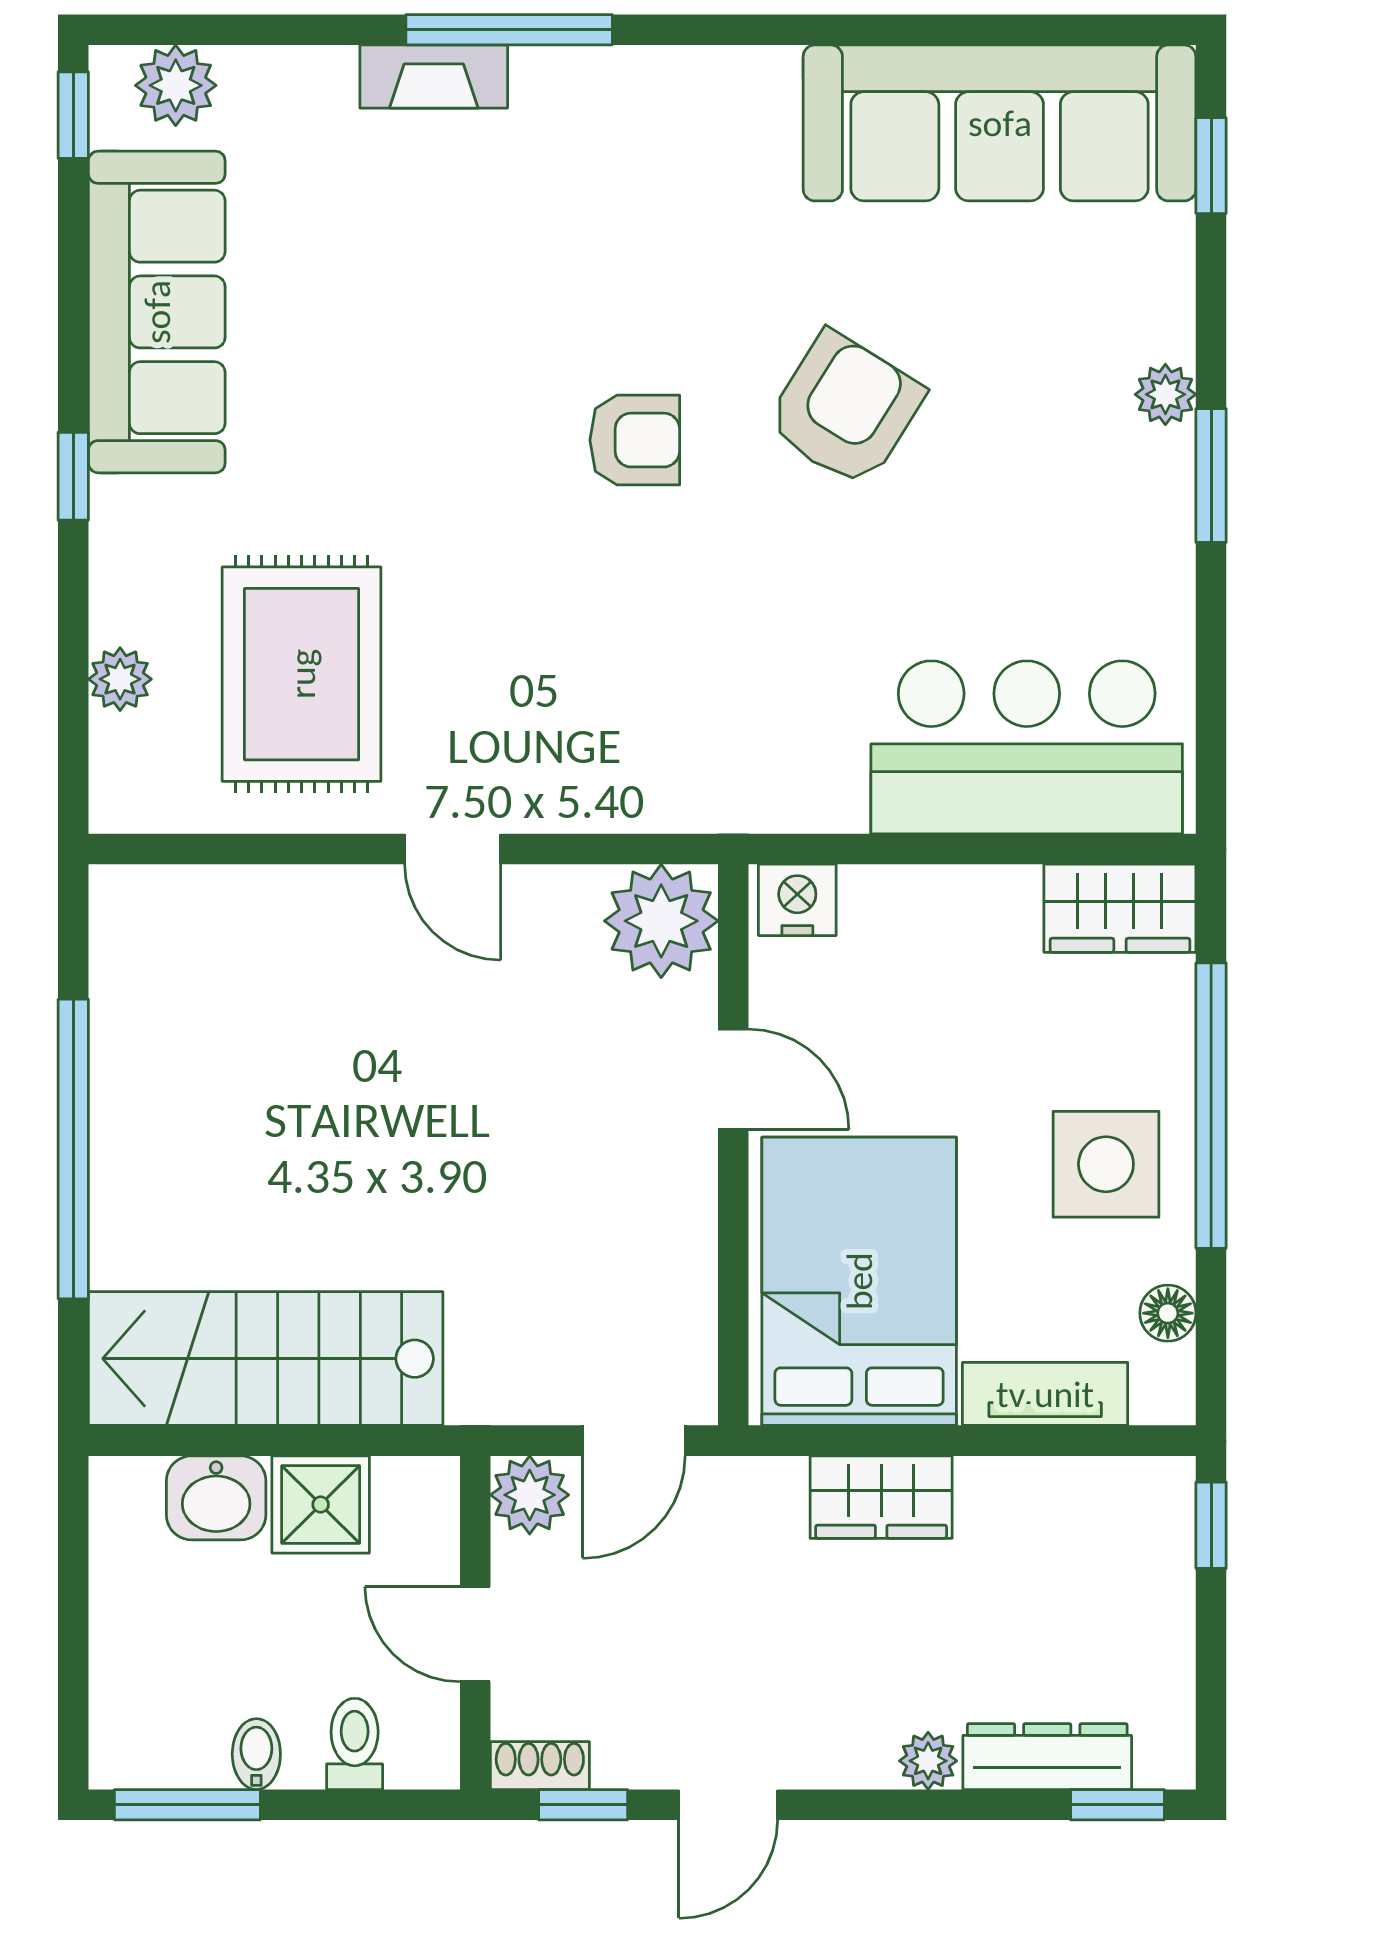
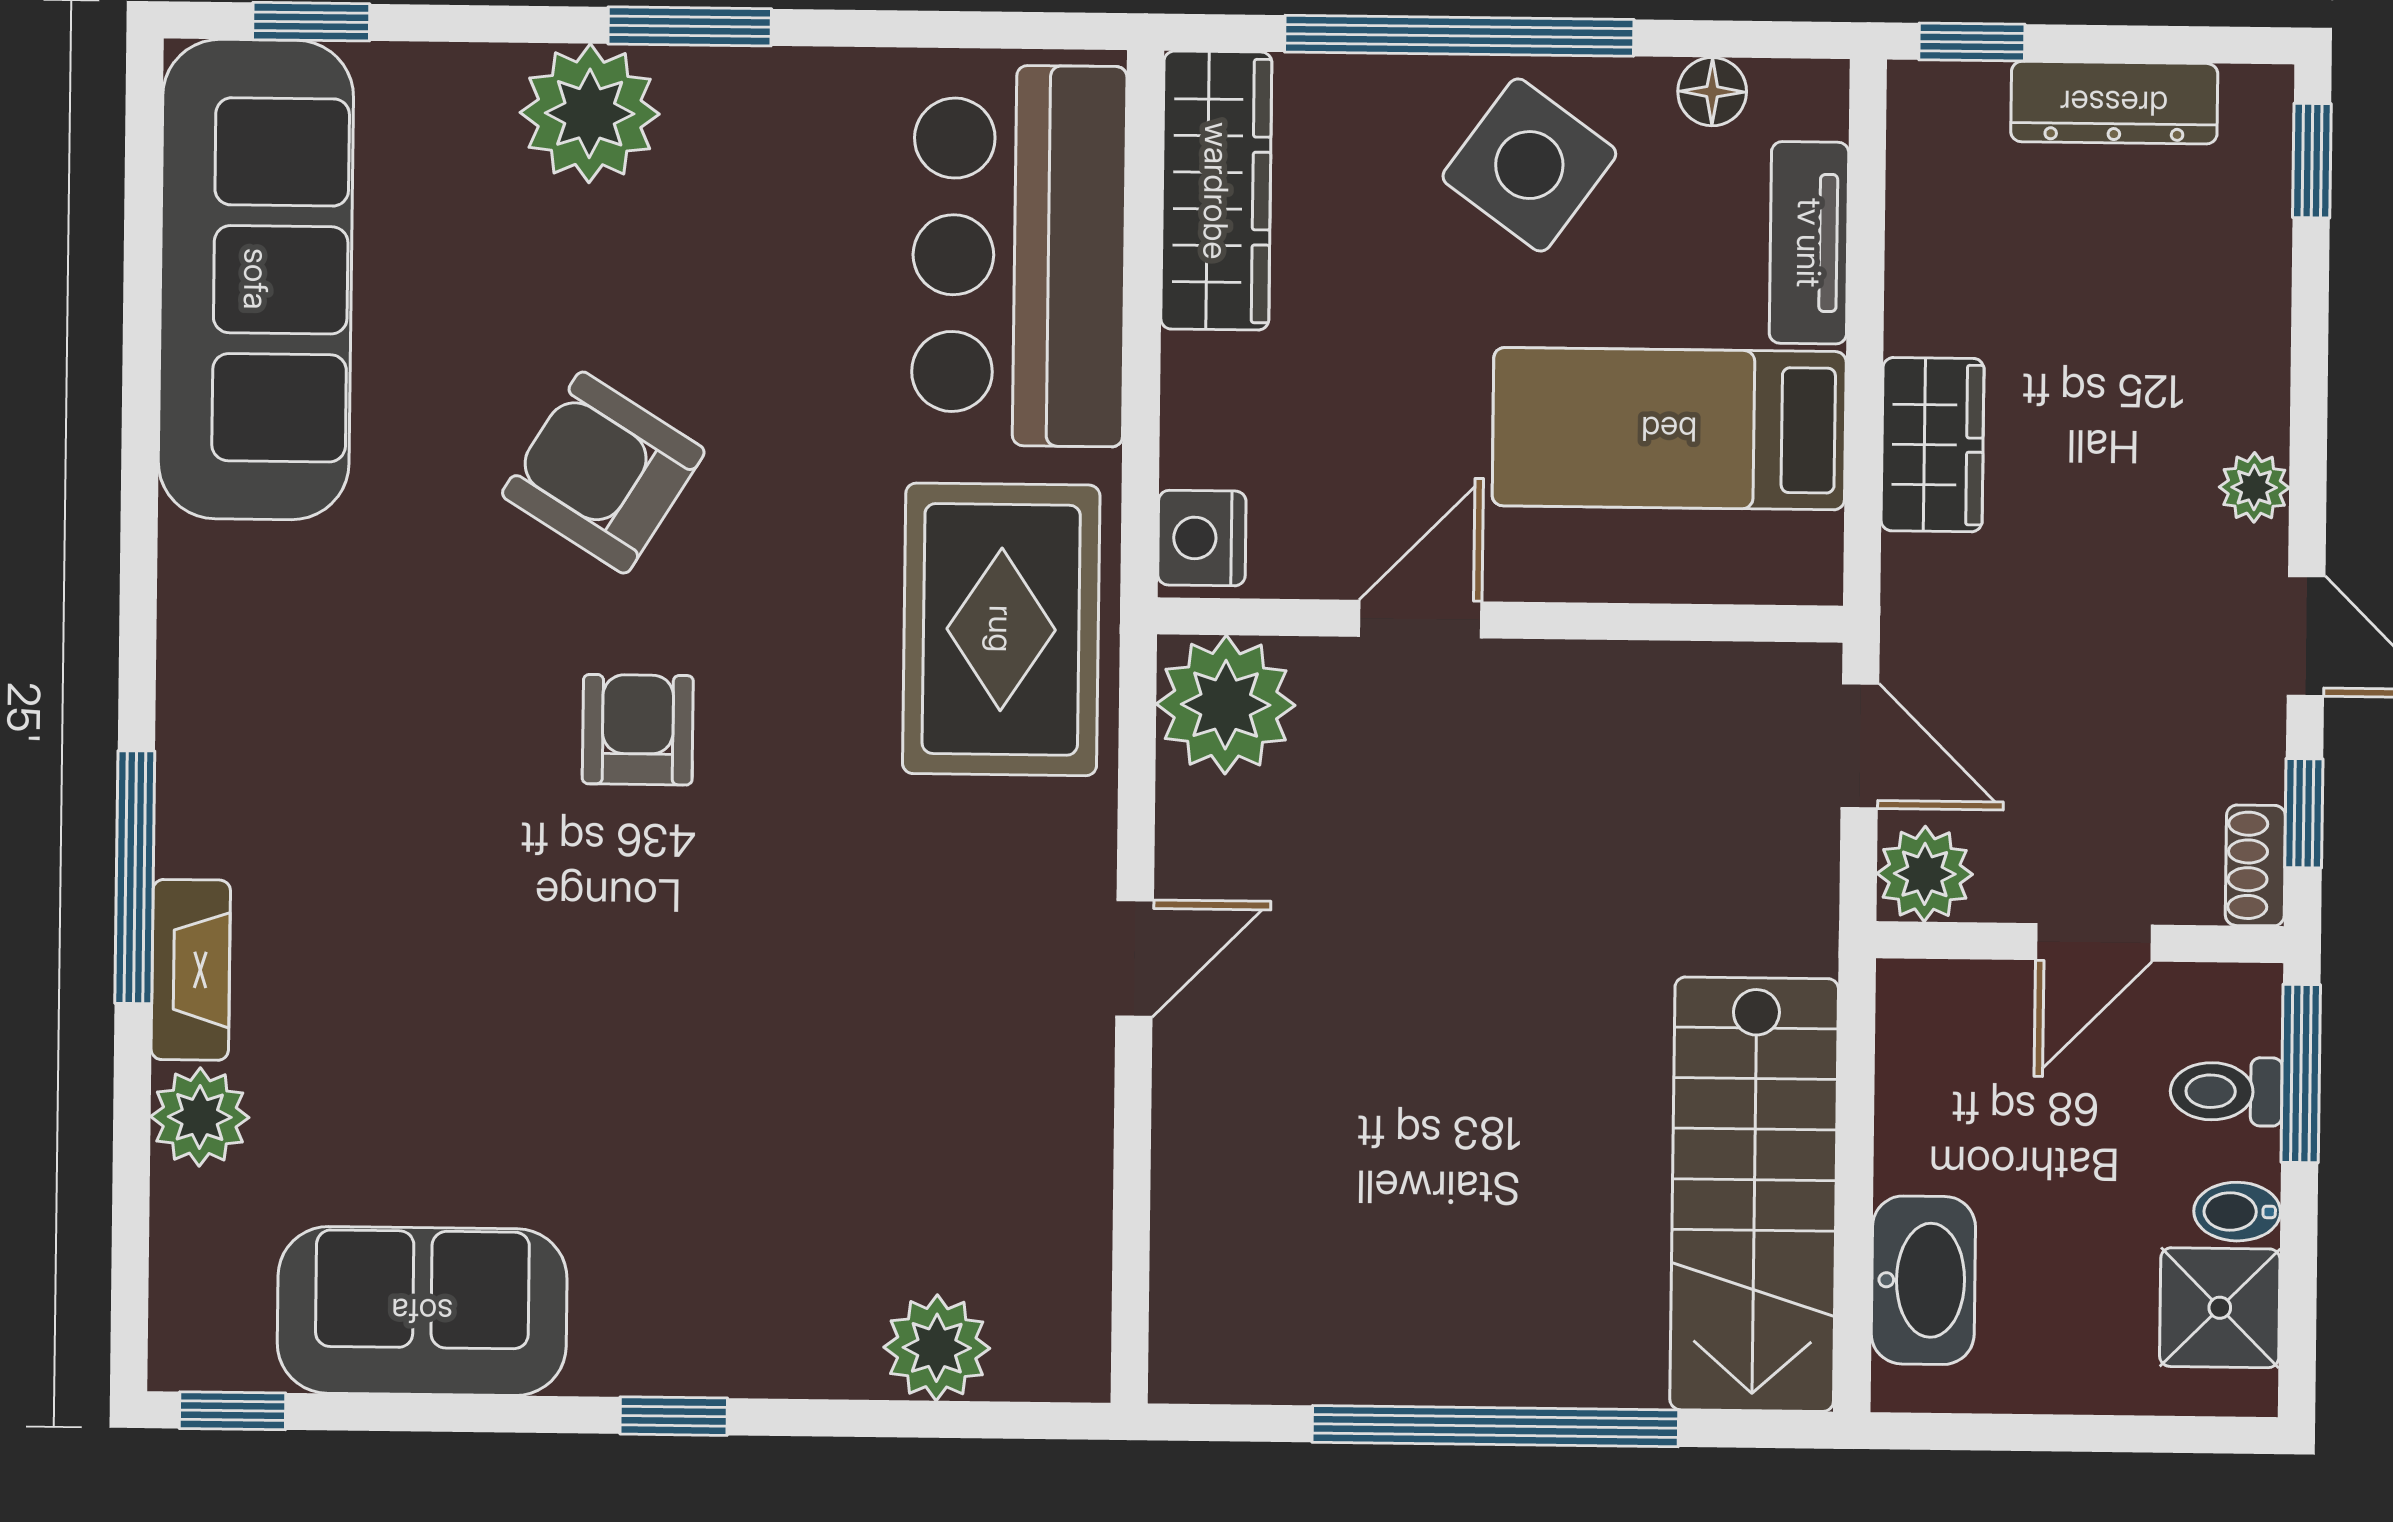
plant: (176, 85) -> (200, 1117), moved
sofa: (157, 312) -> (422, 1311), width x0.73
plant: (1165, 394) -> (590, 113), width x1.88, depth x1.88
rug: (302, 674) -> (1001, 629), moved, turned 90
plant: (120, 679) -> (937, 1348), width x1.38, depth x1.38
wardrobe: (1120, 908) -> (1216, 191), width x1.50
side table: (1106, 1164) -> (1529, 165), turned 36
bed: (859, 1281) -> (1669, 429), width x0.67
washbasin: (216, 1498) -> (1923, 1280), width x1.38
shower: (321, 1505) -> (2220, 1308), moved
dresser: (1047, 1757) -> (2114, 103), moved, turned -90
plant: (928, 1761) -> (2254, 487), moved
window: (187, 1805) -> (2301, 1074), moved

